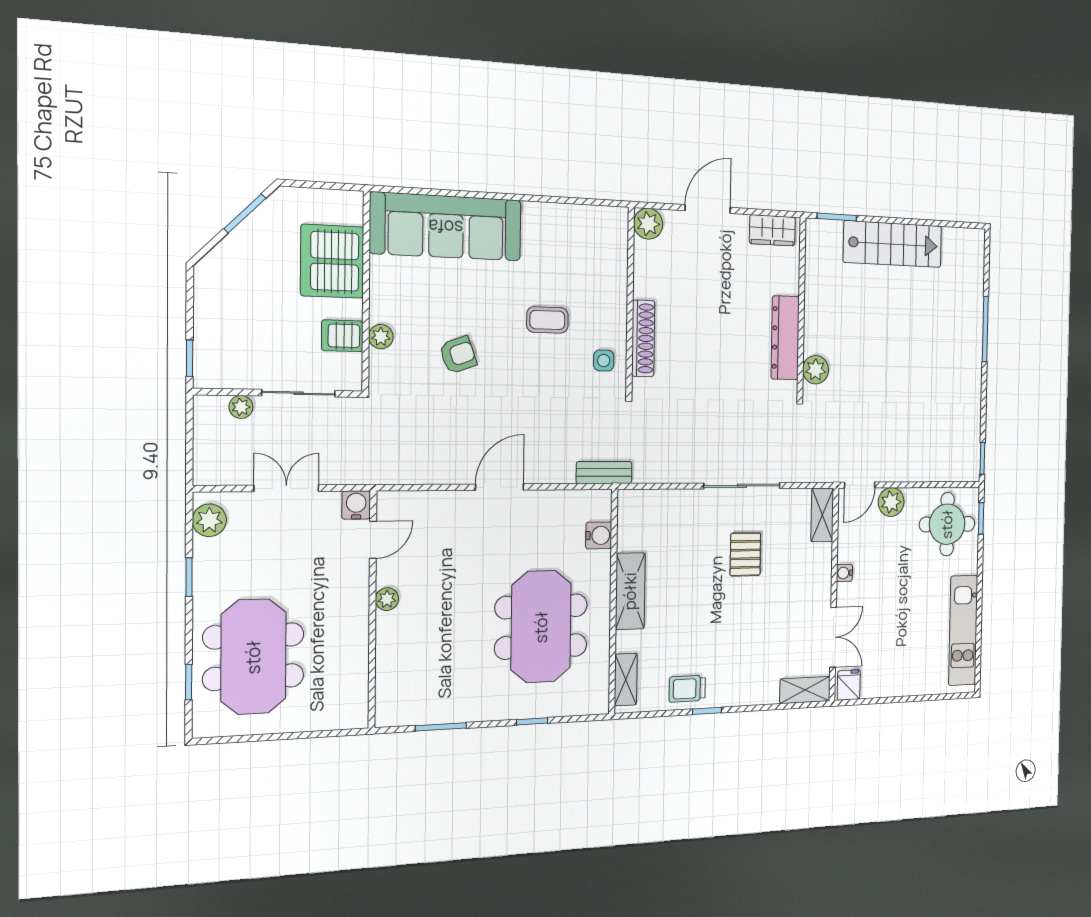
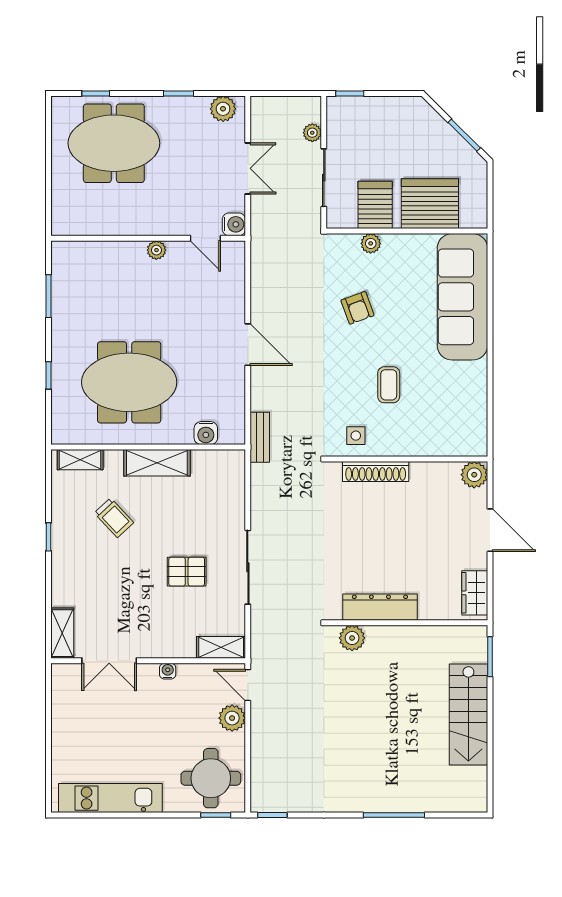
server rack: (342, 336) -> (375, 205), width x1.36, depth x1.44
fridge: (849, 685) -> (65, 678), removed
trolley: (687, 689) -> (114, 518), moved, turned 137

